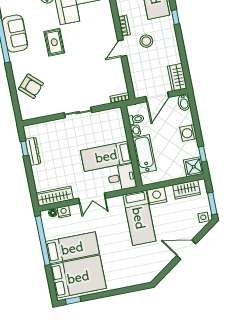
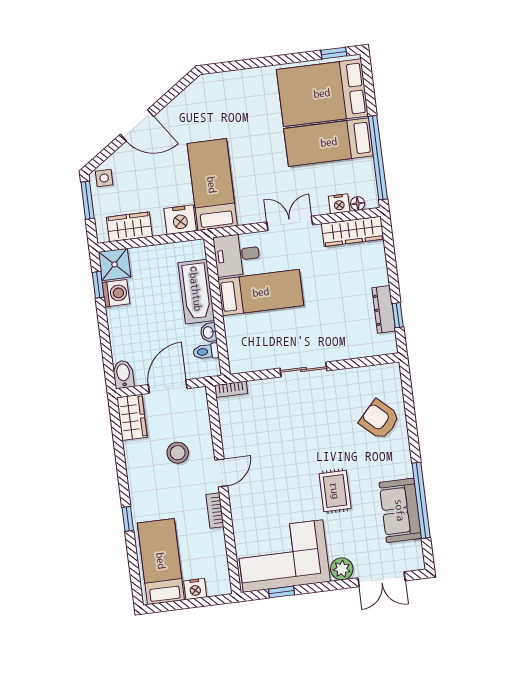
stool: (146, 41) -> (178, 453), moved
washing machine: (188, 133) -> (116, 293), moved

